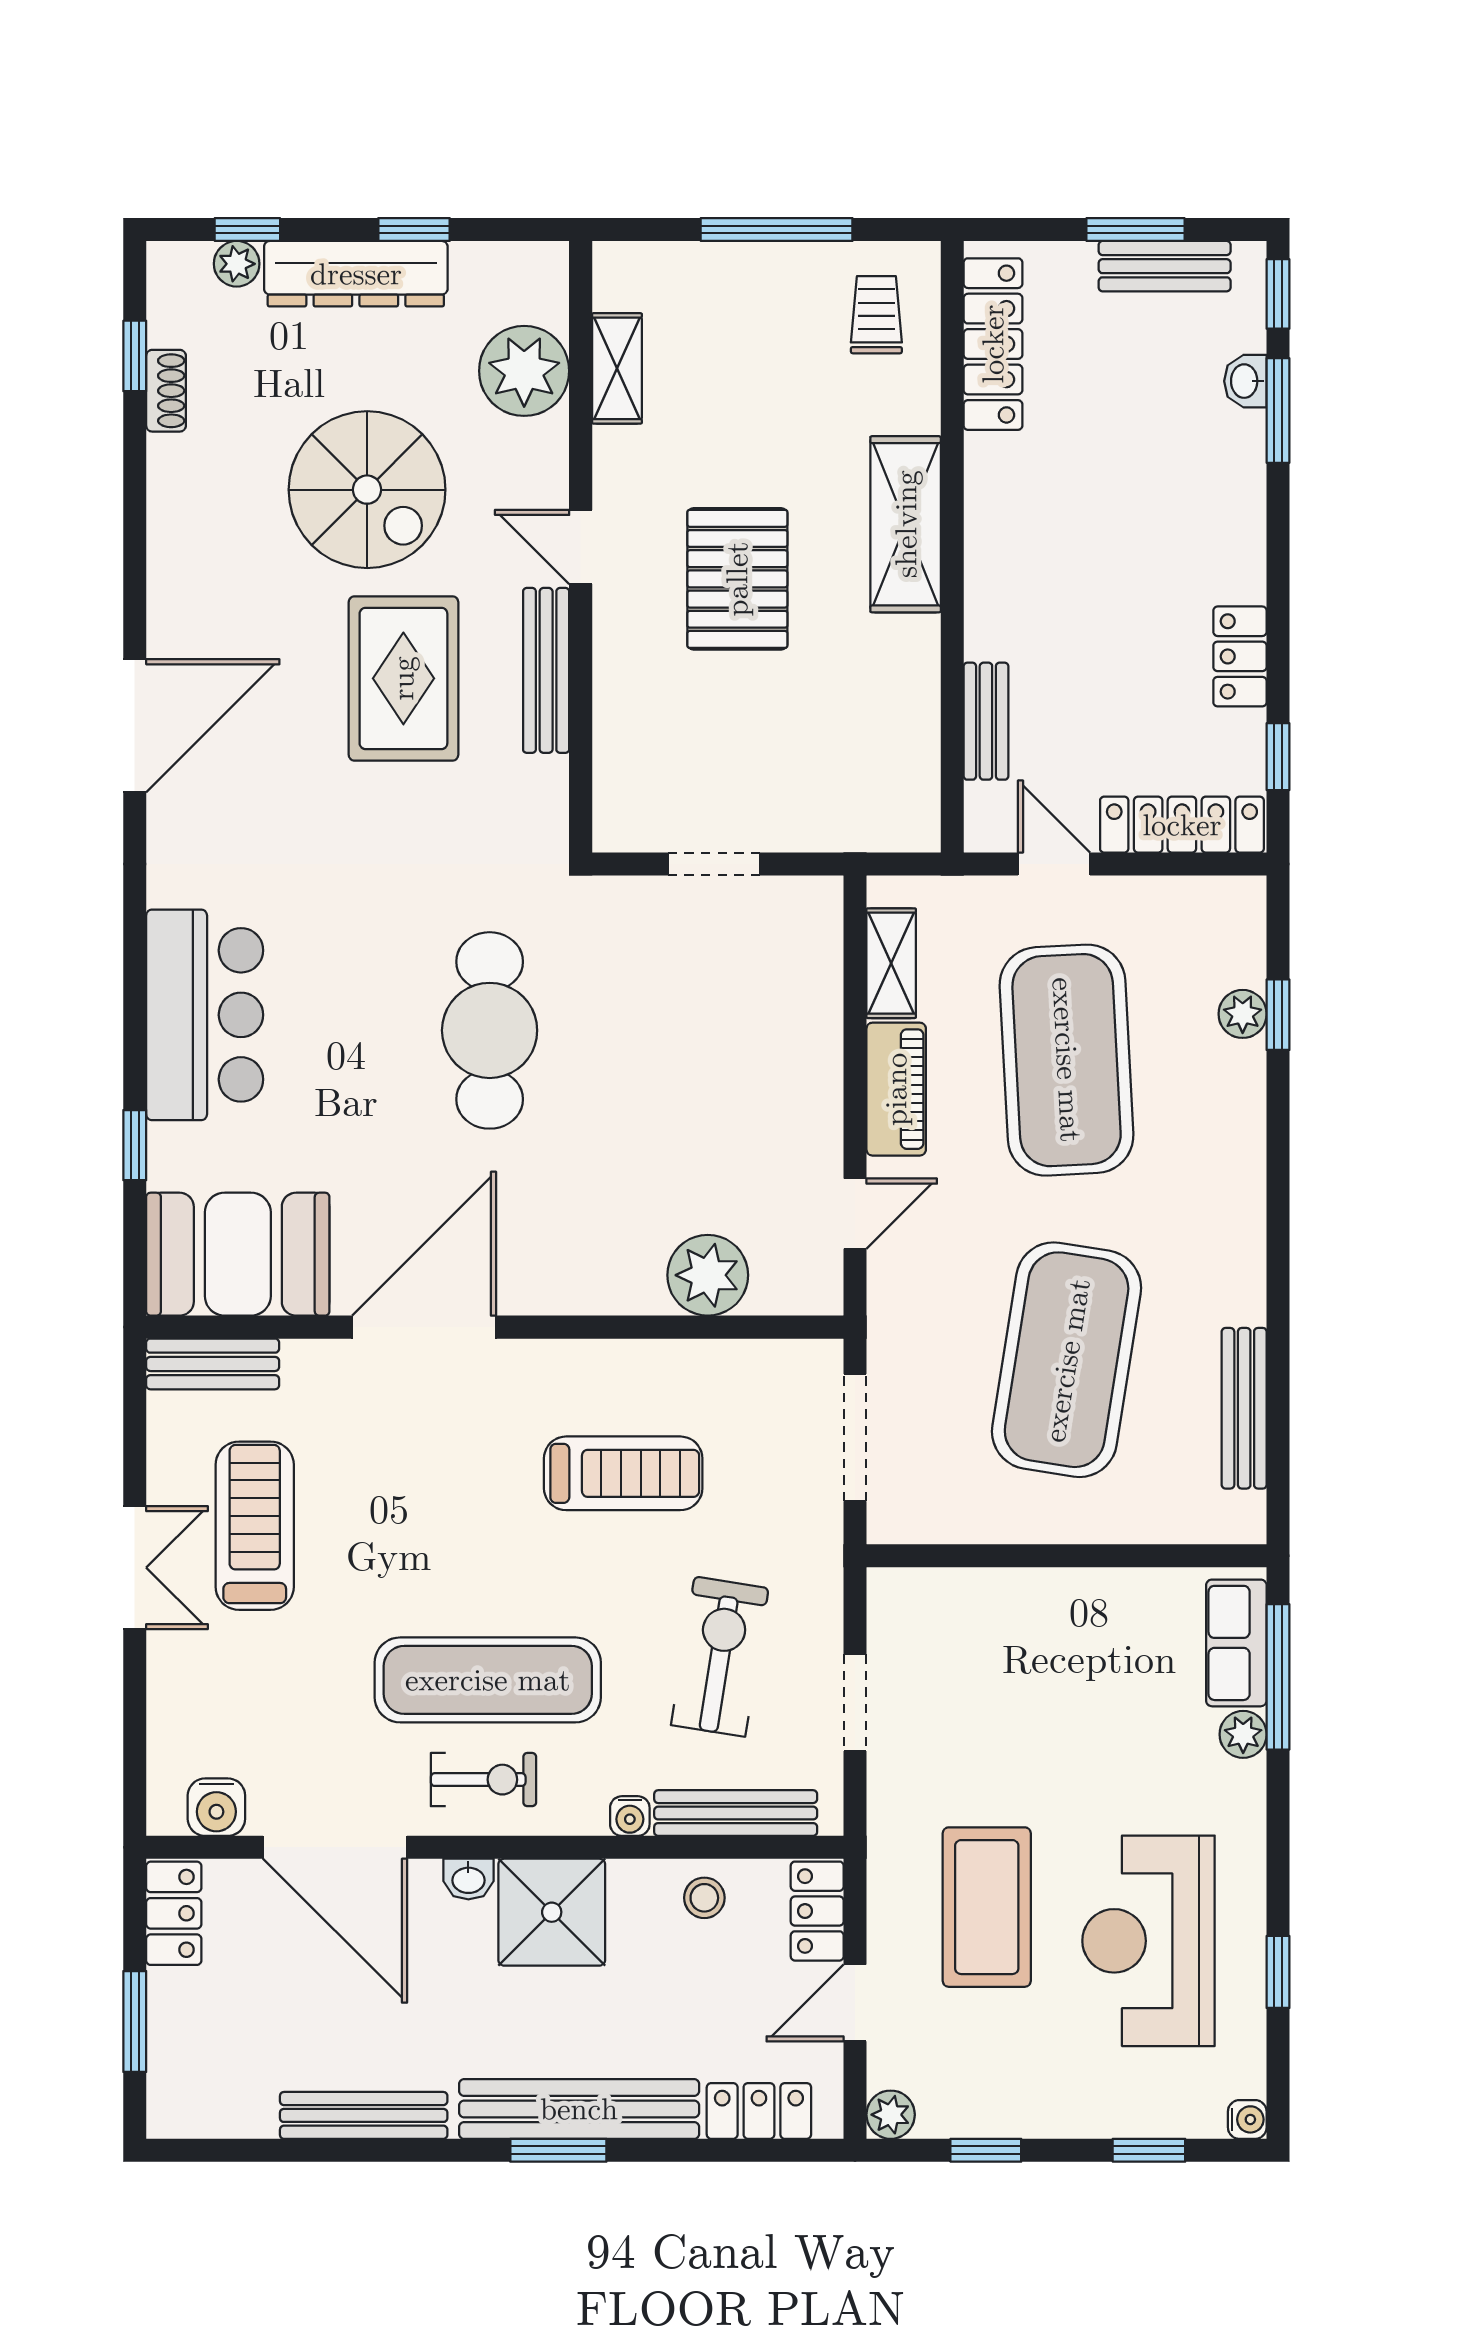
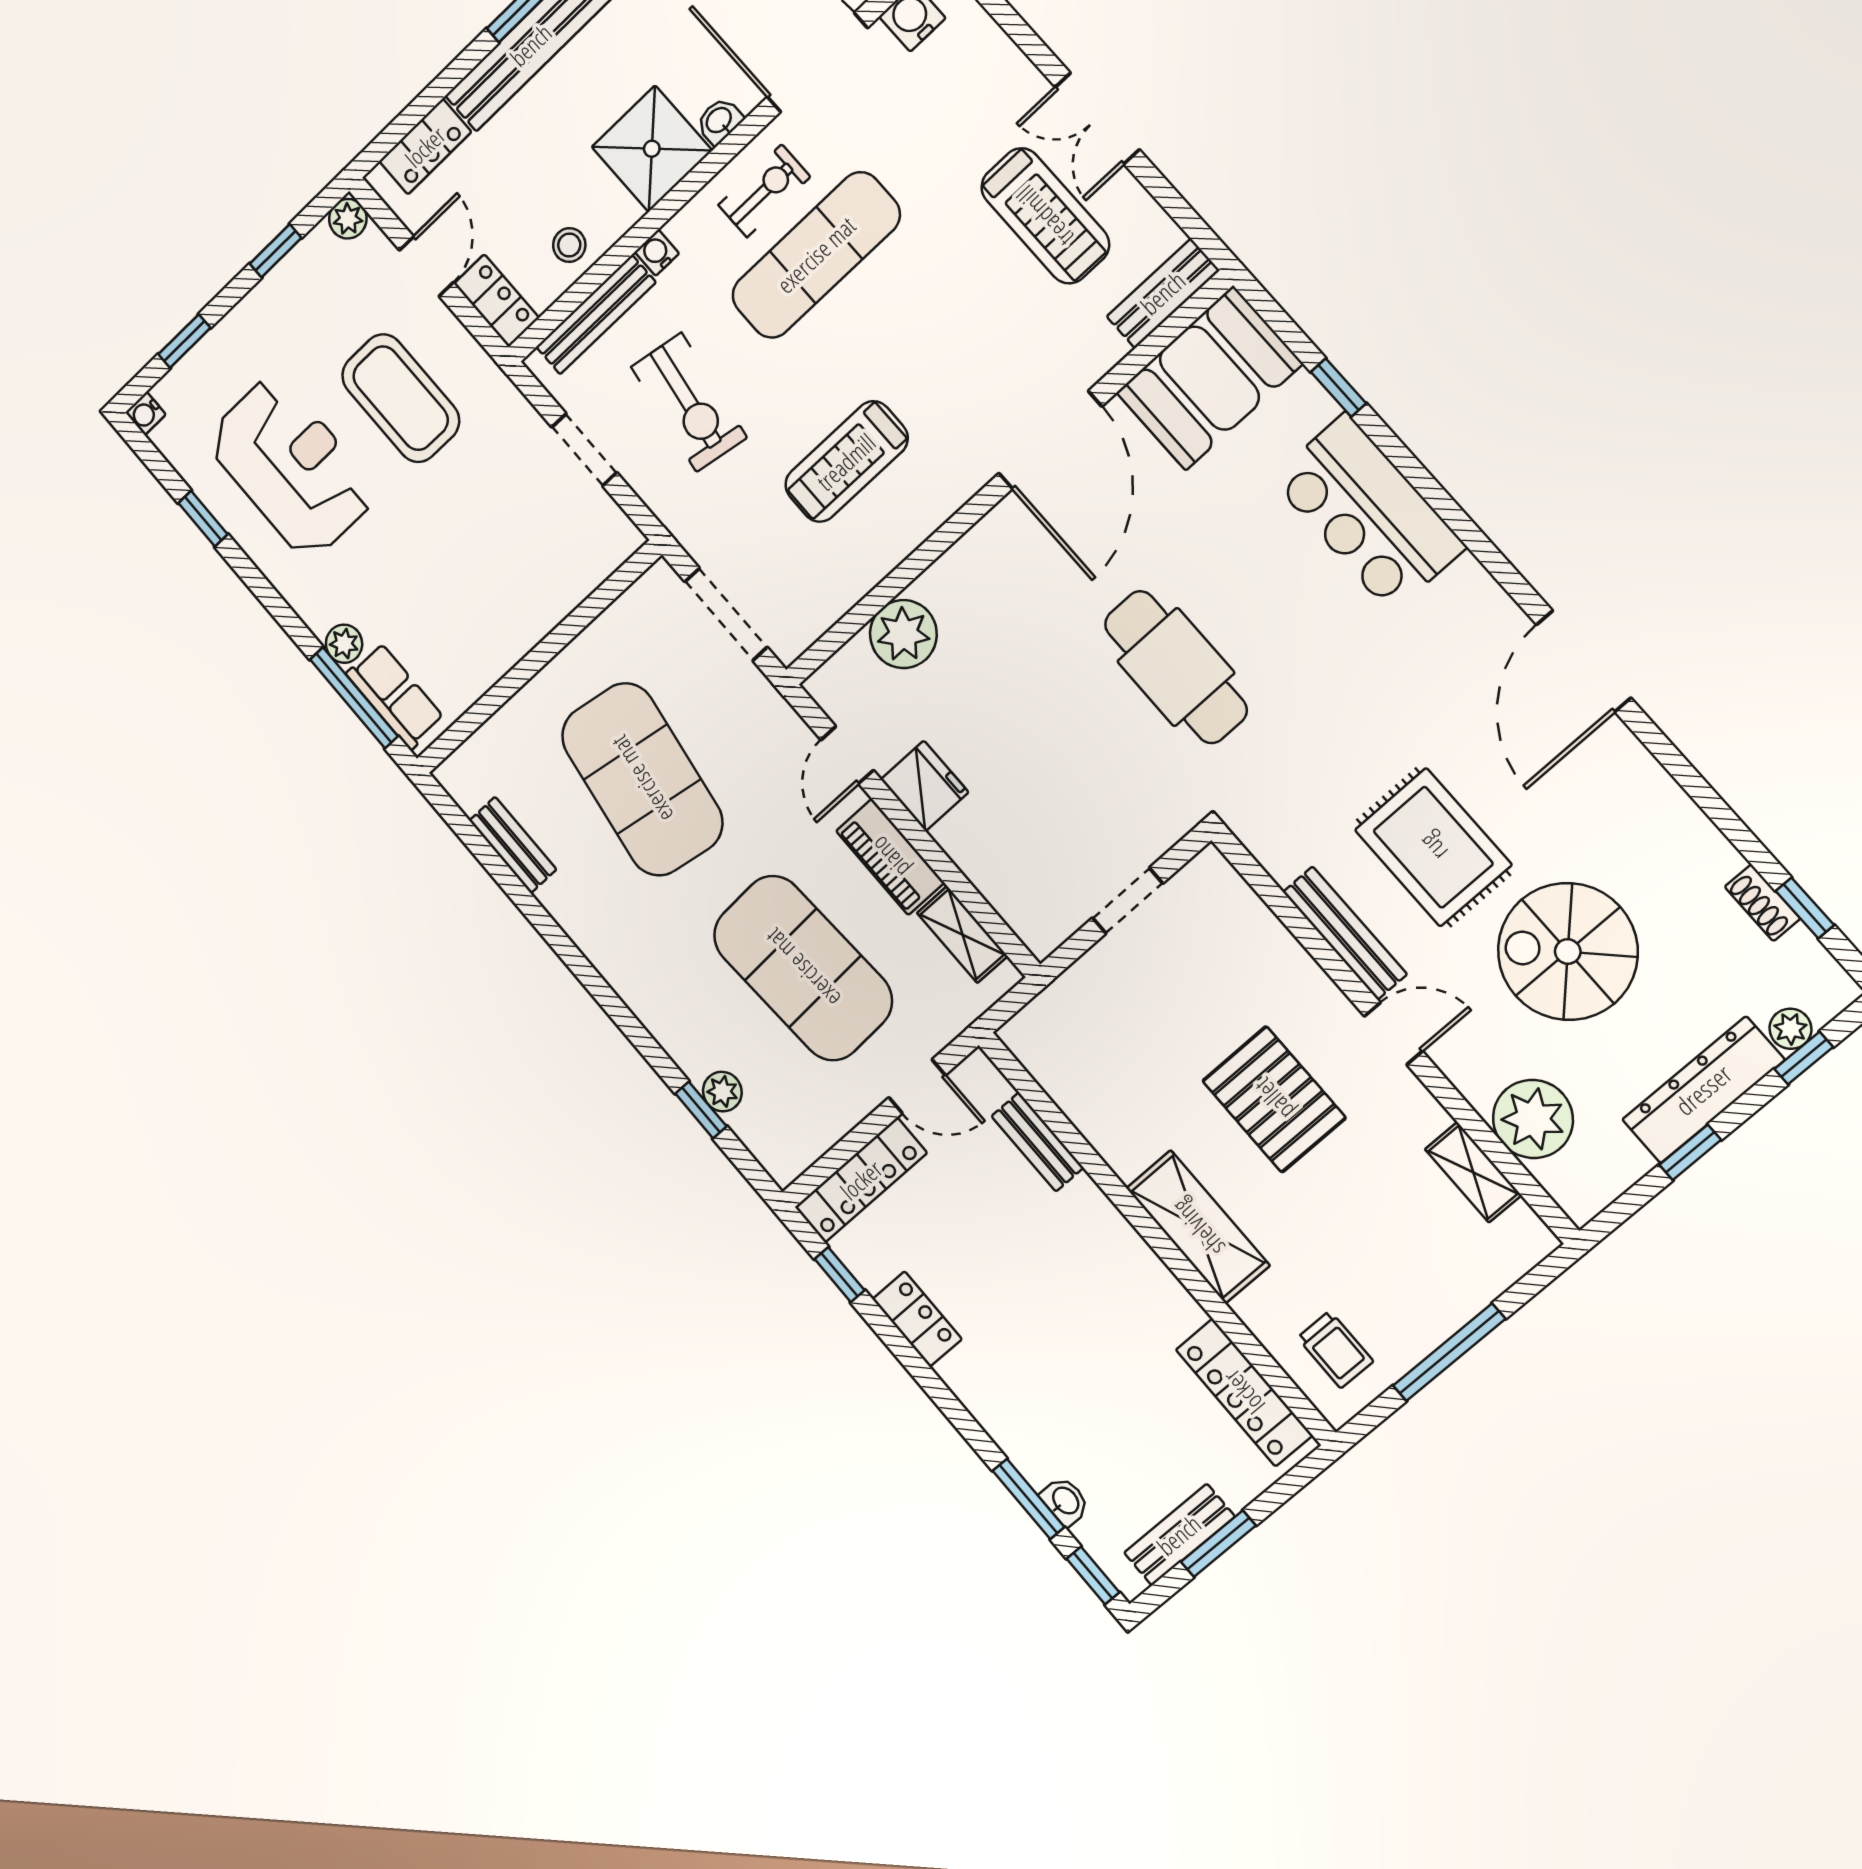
fridge: (808, 1124) -> (925, 786), added
bench: (1244, 1408) -> (513, 845), width x0.73
exercise bike: (483, 1780) -> (764, 191), turned 180

